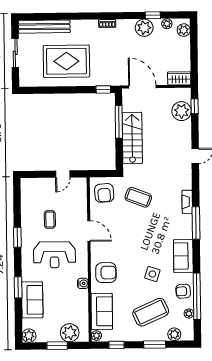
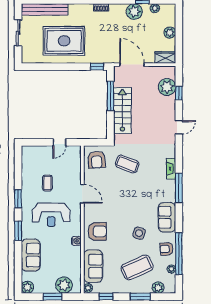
plant: (184, 30) -> (170, 33), moved
window: (195, 106) -> (179, 93), moved
window: (18, 287) -> (18, 231), moved

